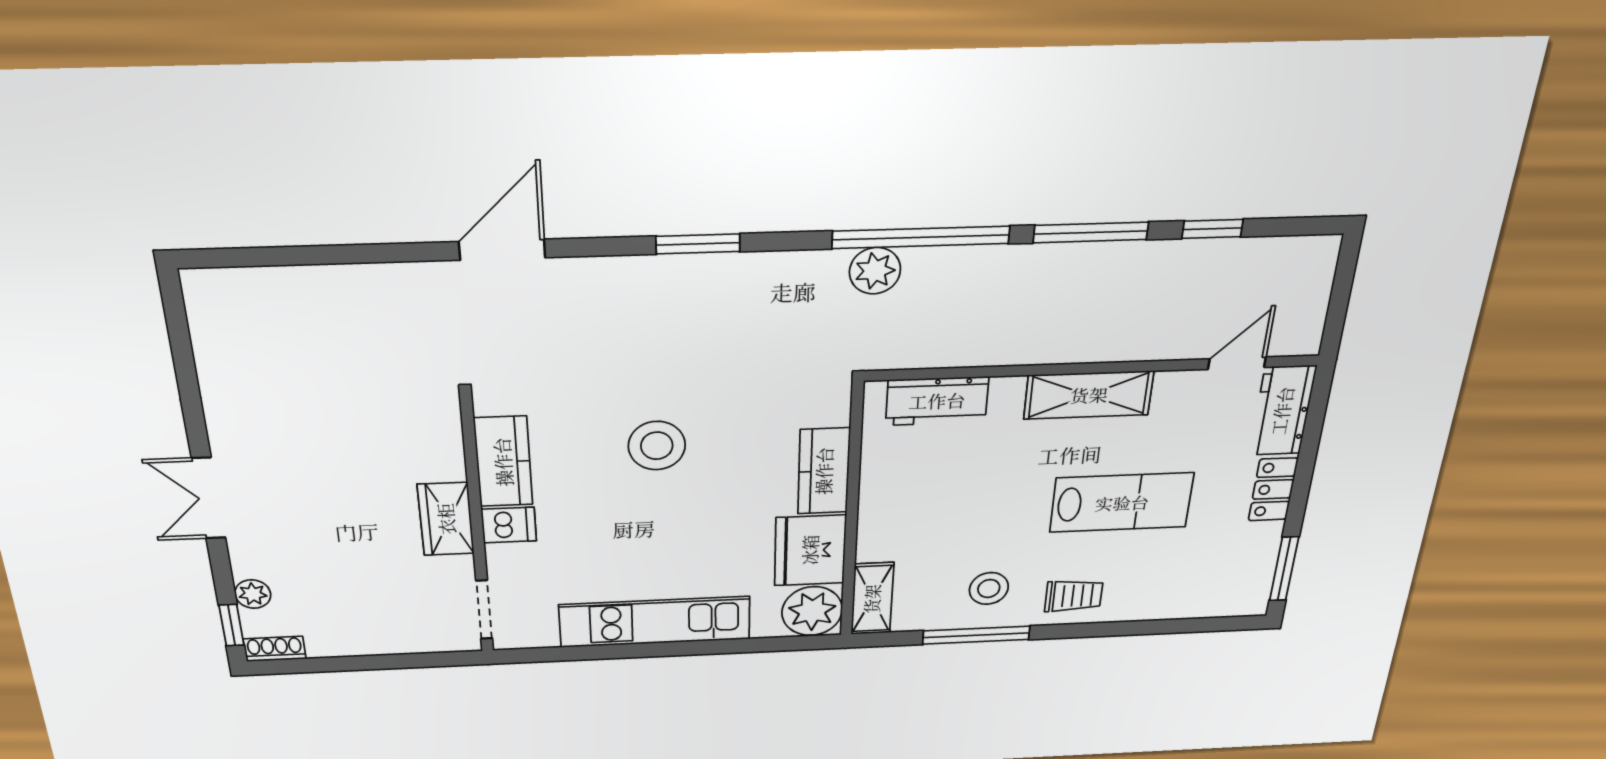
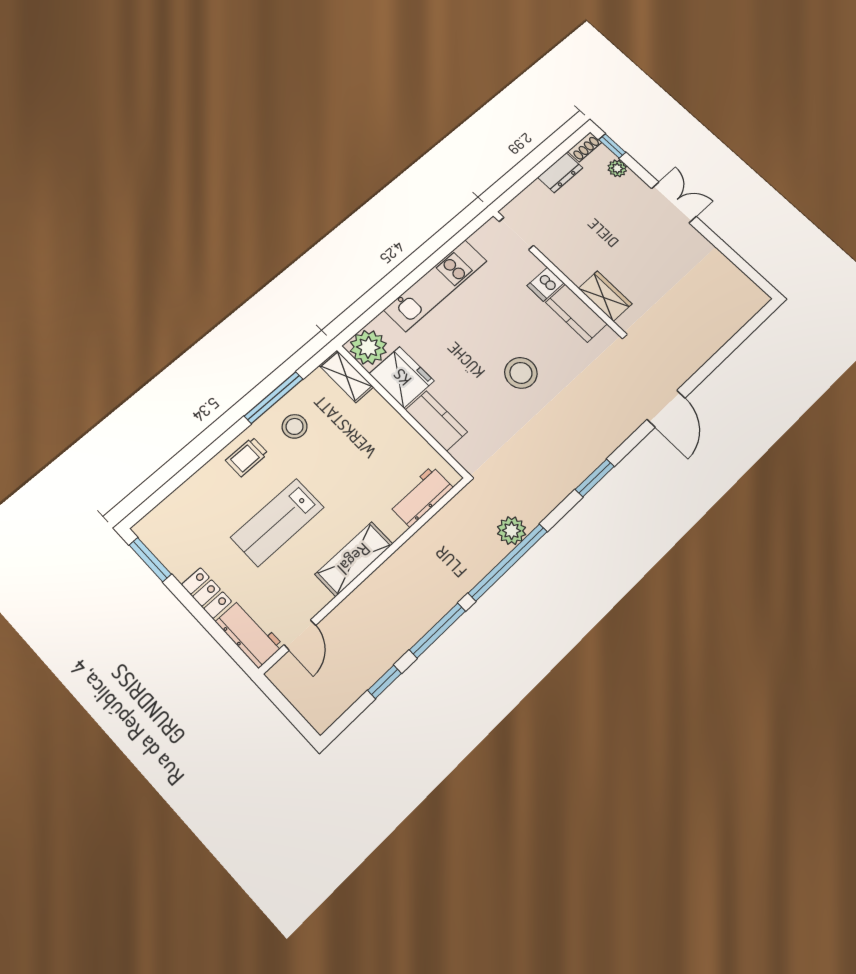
wardrobe: (446, 519) -> (605, 296), moved
dresser: (344, 641) -> (560, 173), added

